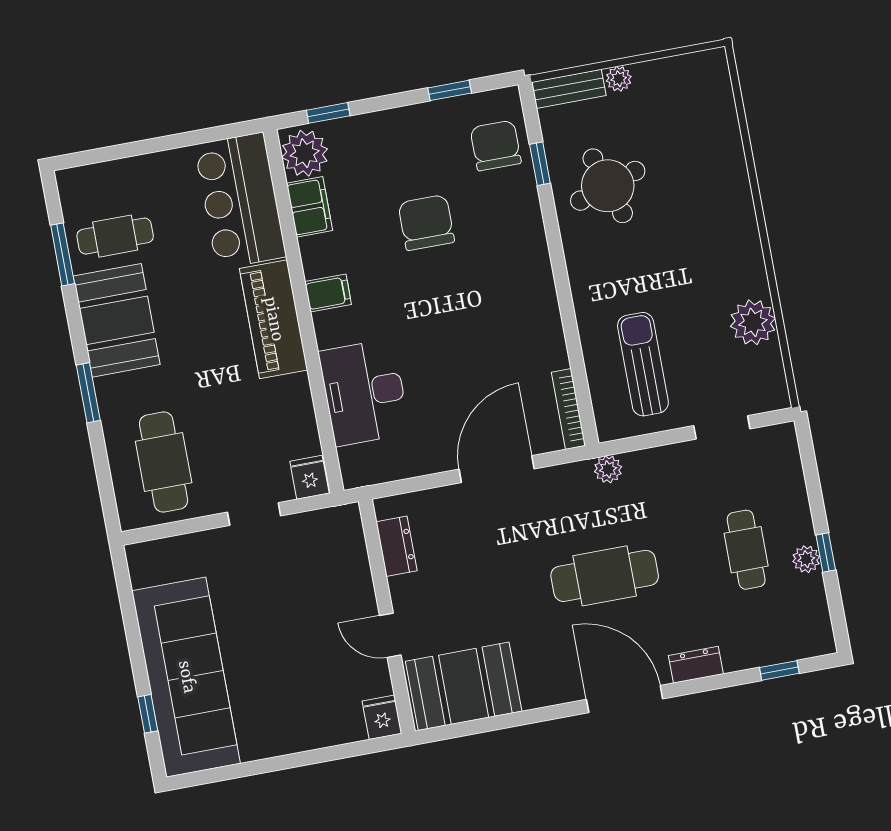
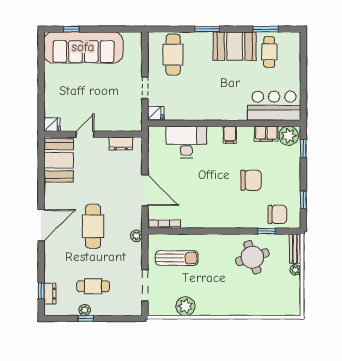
piano: (273, 319) -> (223, 110), removed
doorway: (722, 427) -> (145, 286), width x1.38
cafe table: (164, 462) -> (173, 55), turned 90
dresser: (696, 665) -> (50, 294), moved

